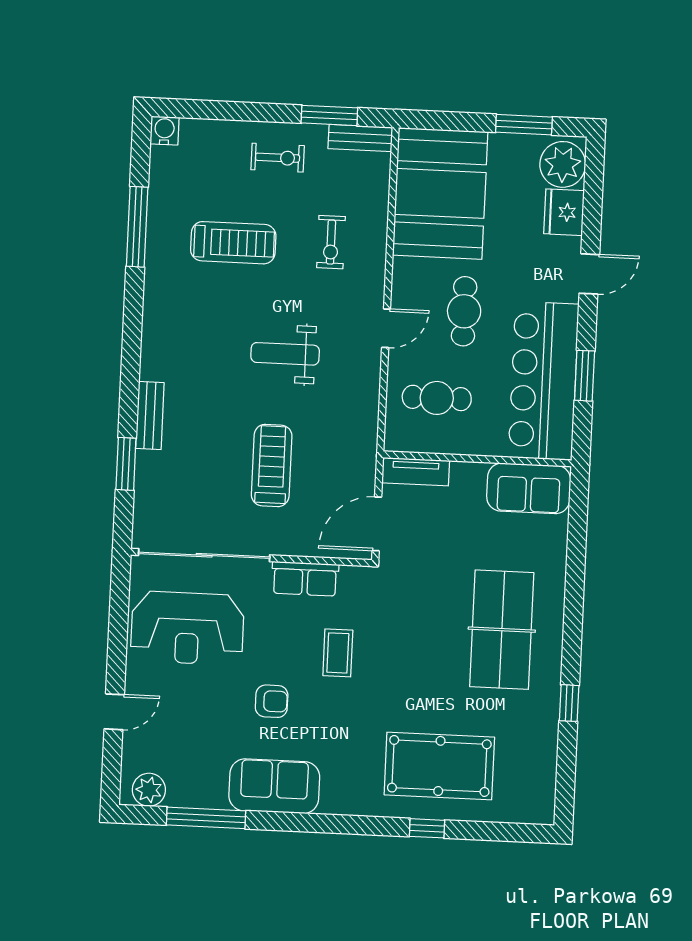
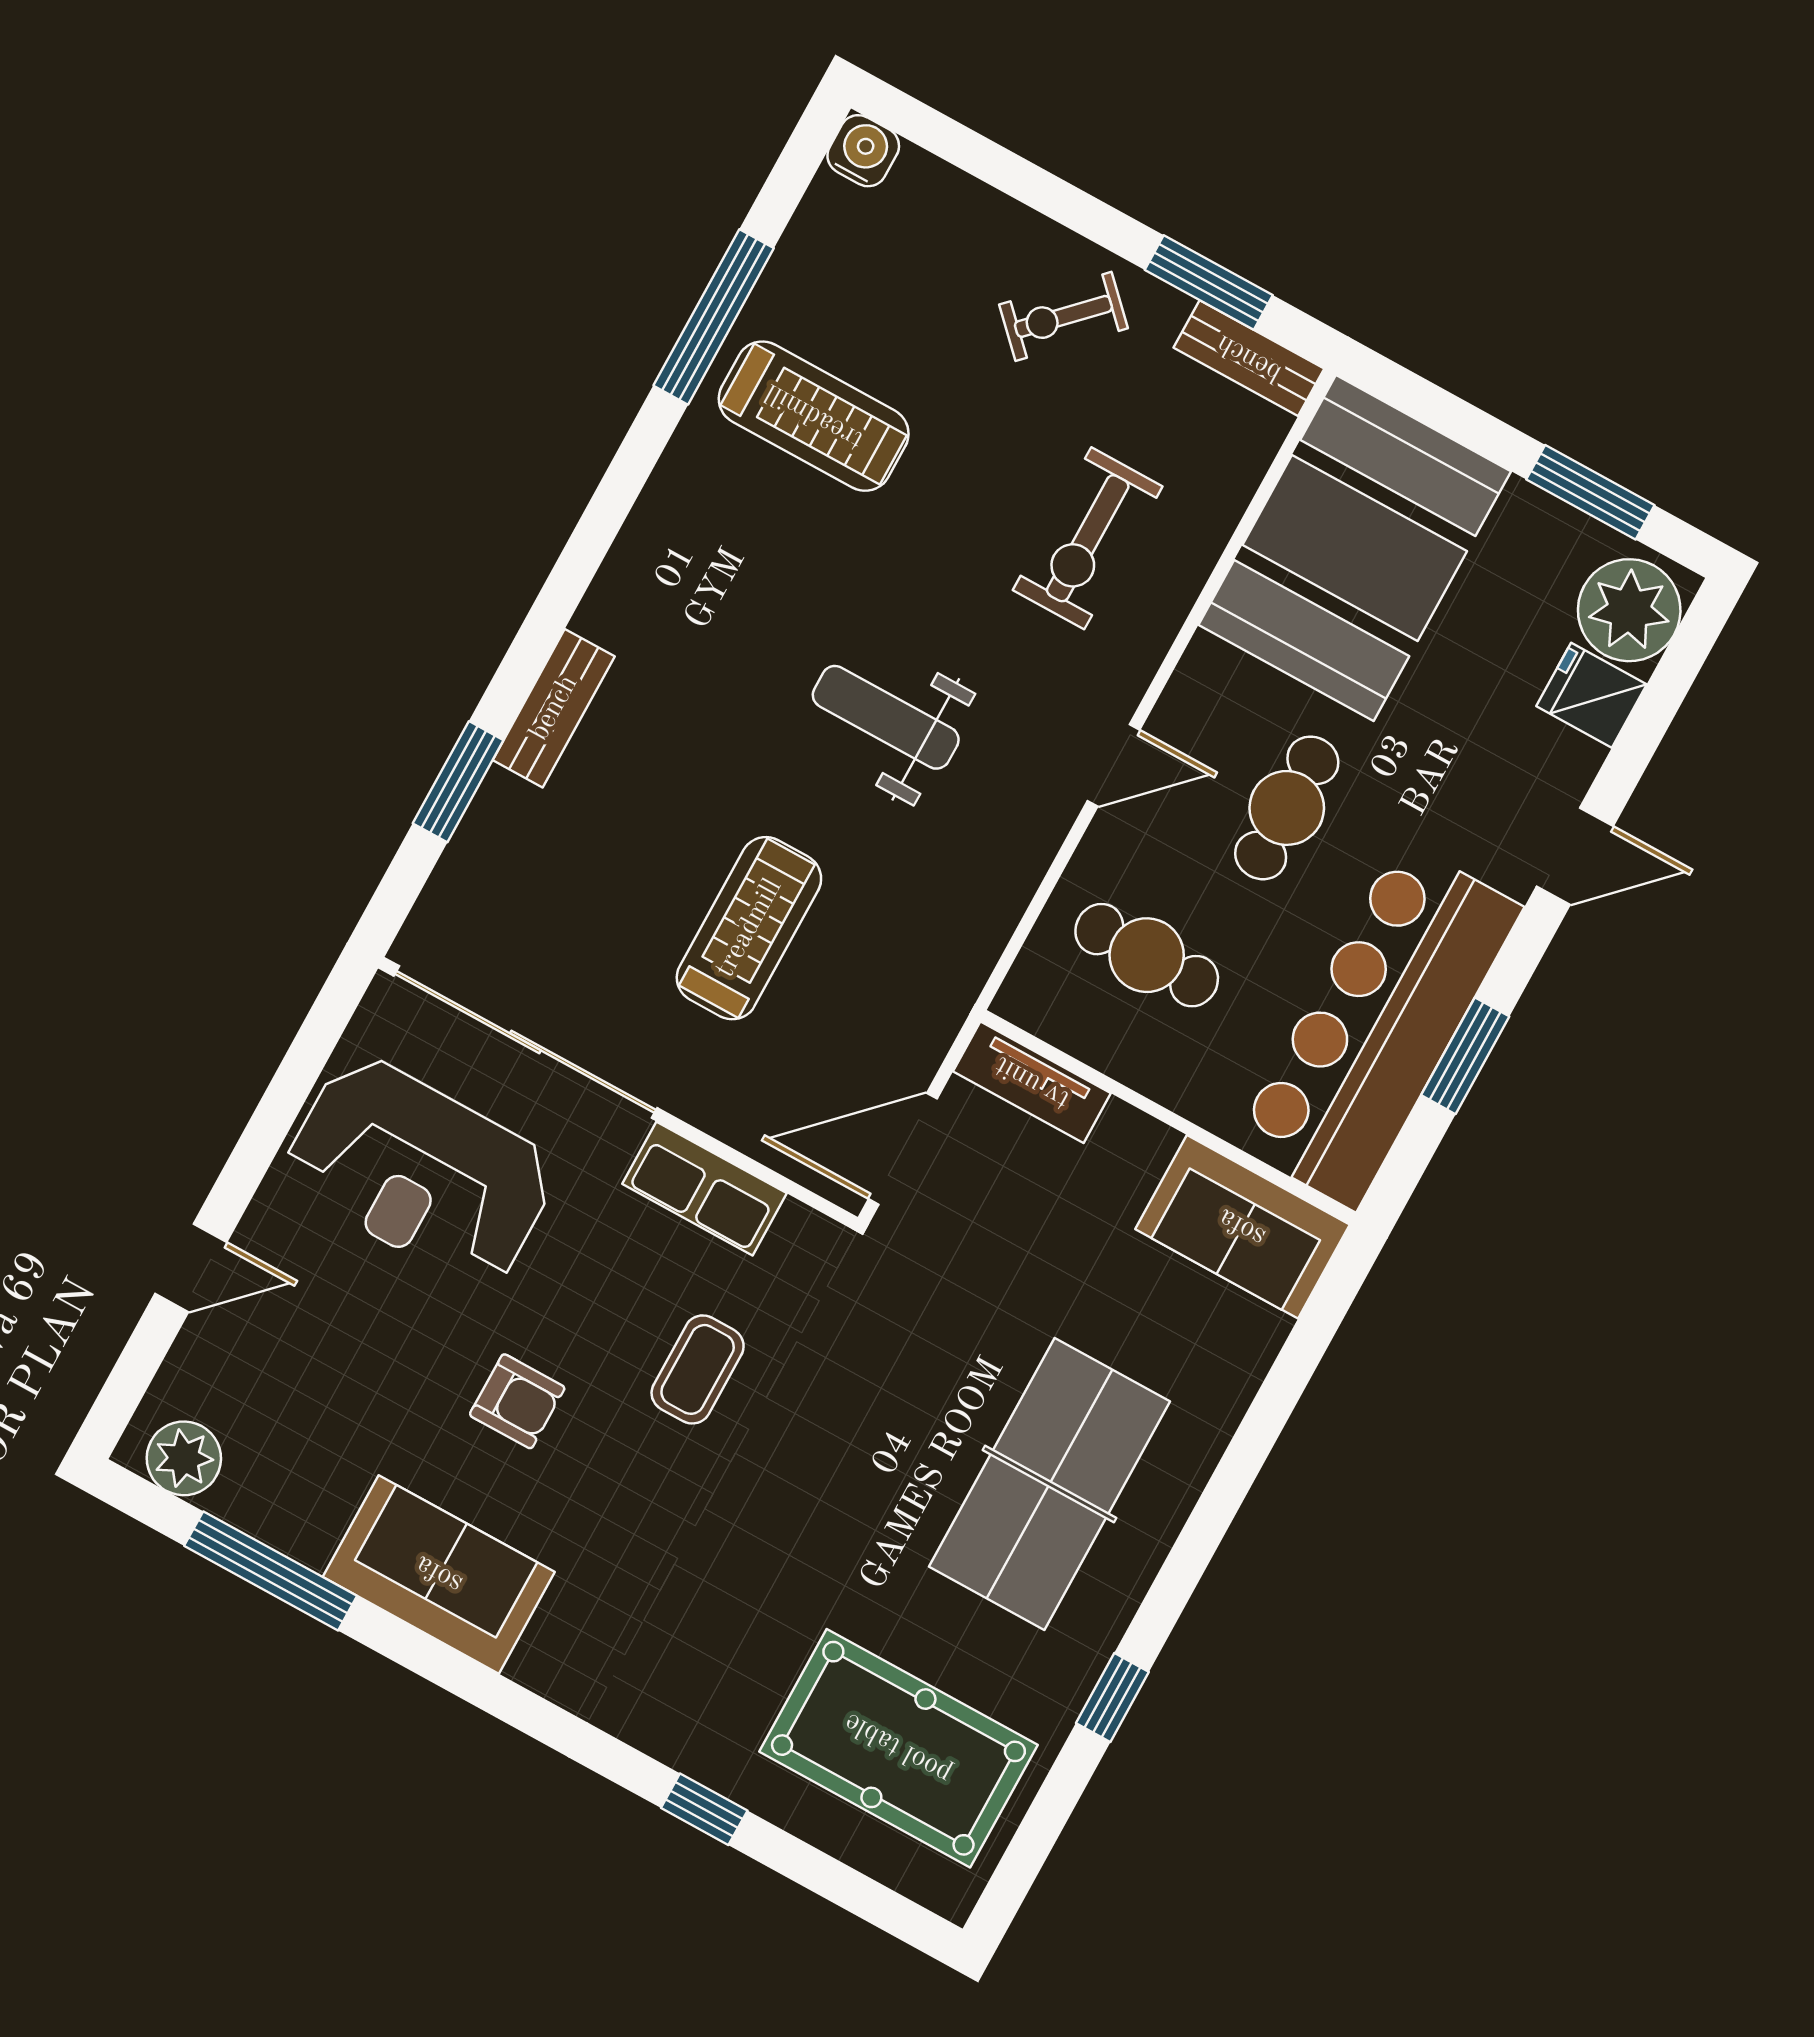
exercise bike: (278, 158) -> (1063, 316), turned 135
fridge: (564, 212) -> (1592, 695), width x0.72
exercise bike: (331, 242) -> (1088, 538), width x1.38, depth x1.39
treadmill: (233, 243) -> (814, 416), moved
pool table: (439, 766) -> (898, 1748), moved

